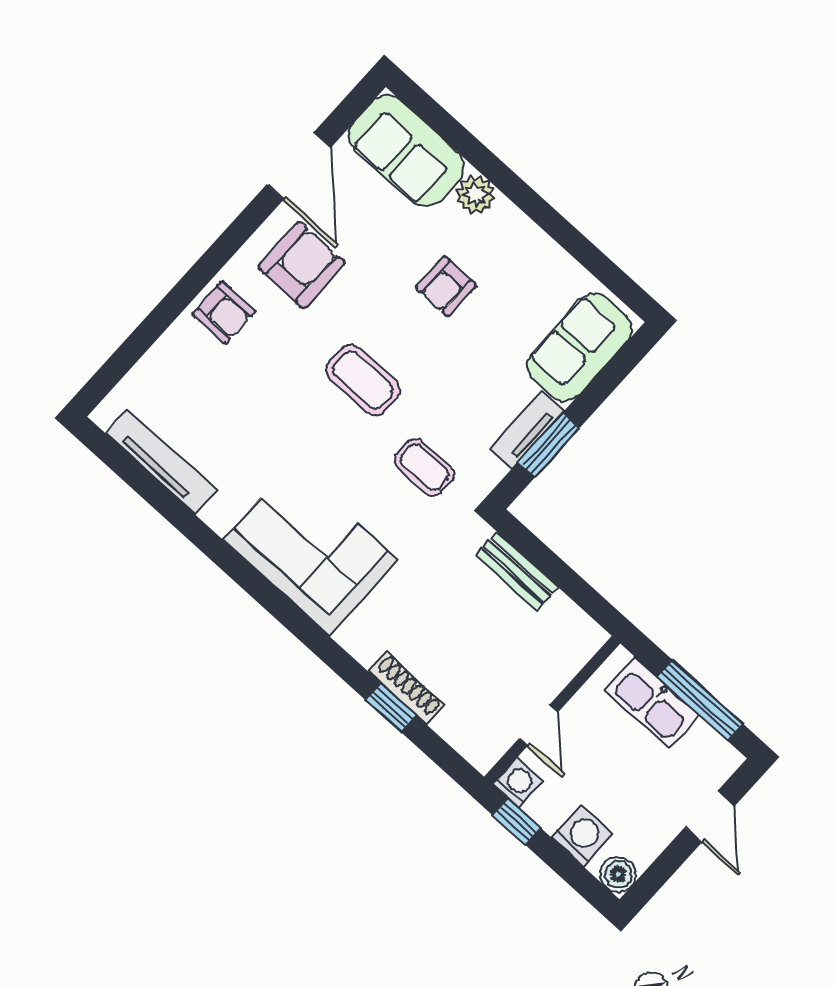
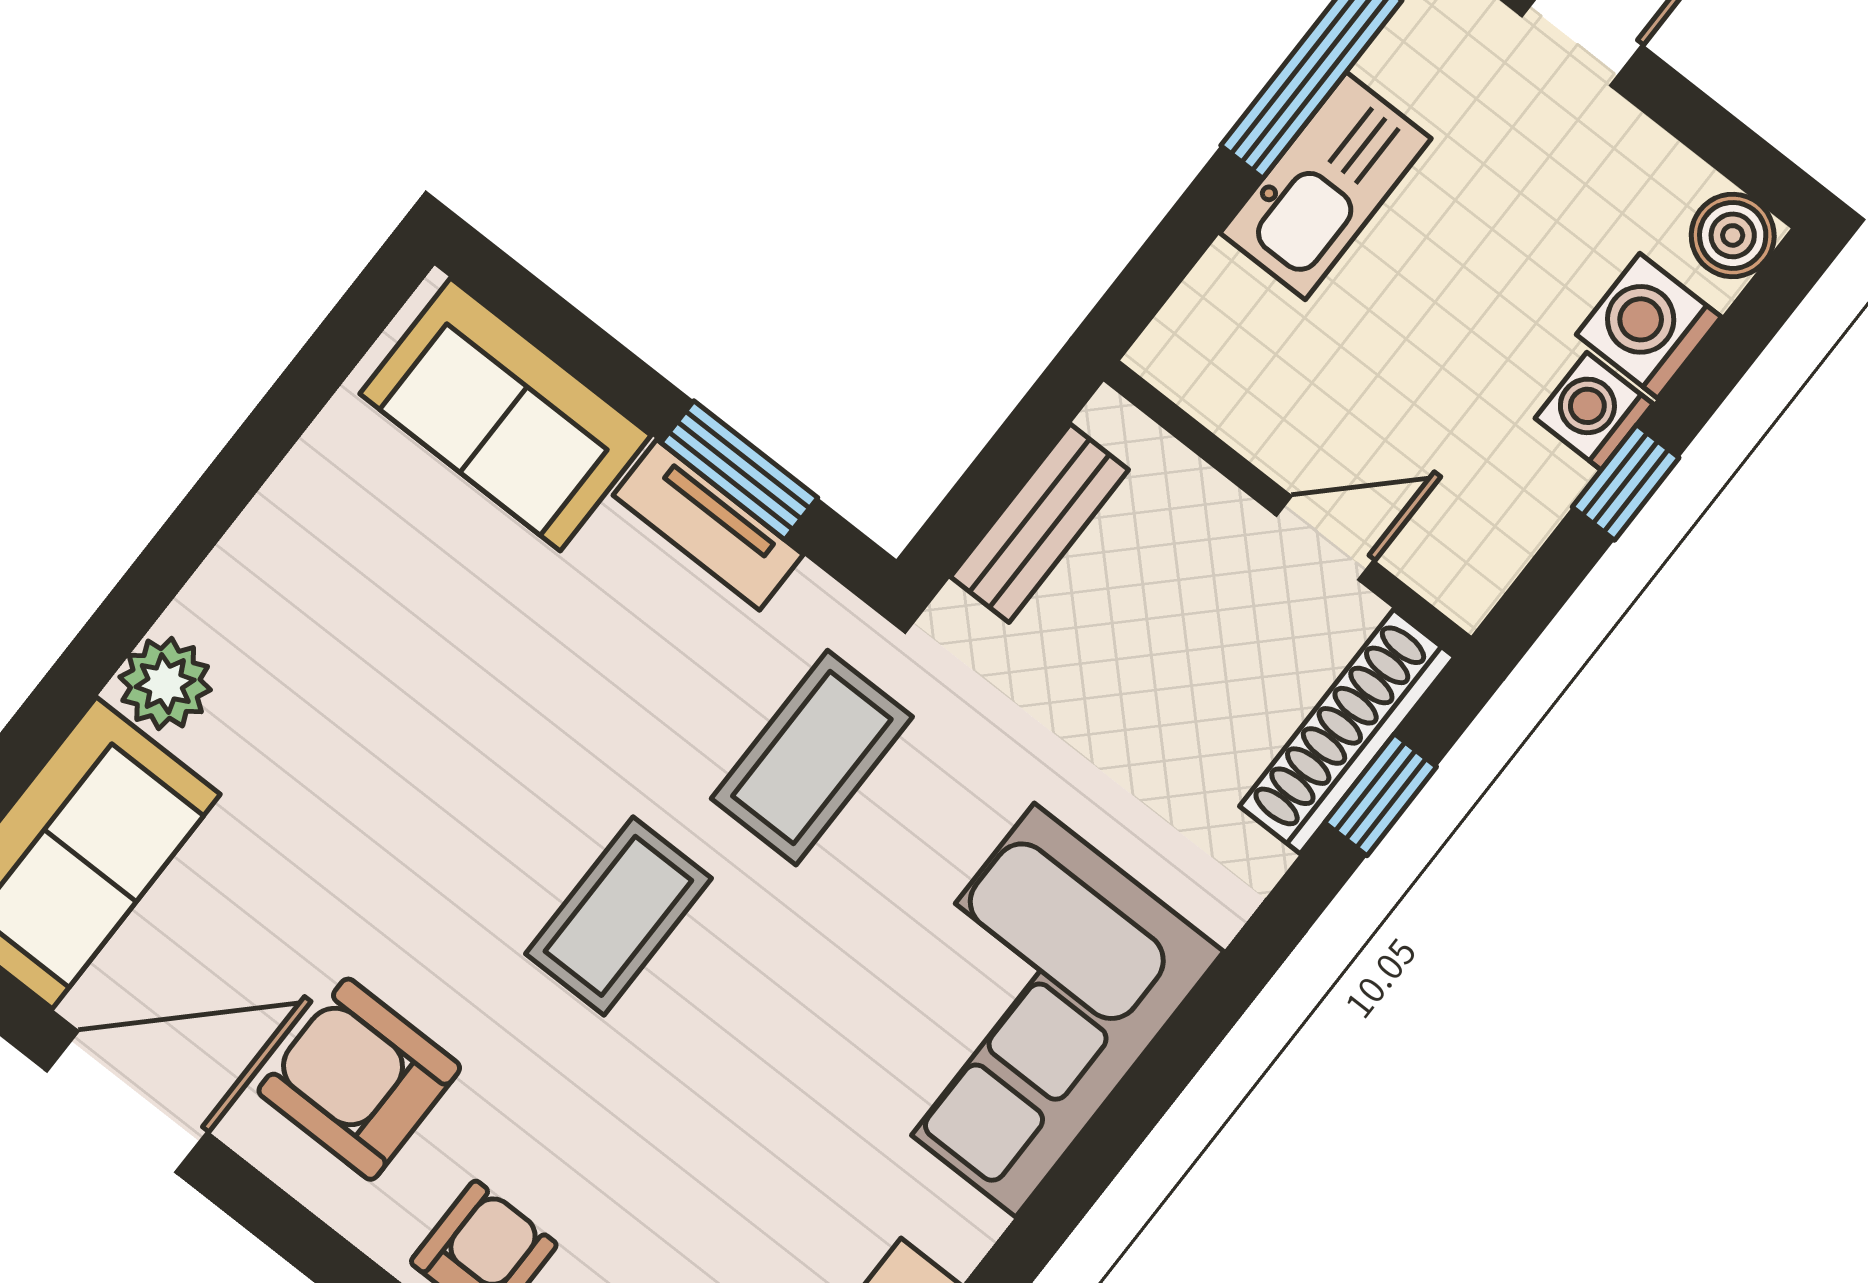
armchair: (446, 286) -> (384, 737), removed
coffee table: (424, 467) -> (812, 758), width x1.36, depth x1.30
shoe rack: (406, 688) -> (1347, 732), width x1.36, depth x1.24
wall: (552, 710) -> (1287, 509), moved
door: (539, 725) -> (1325, 538), moved
washing machine: (518, 783) -> (1594, 411), moved

